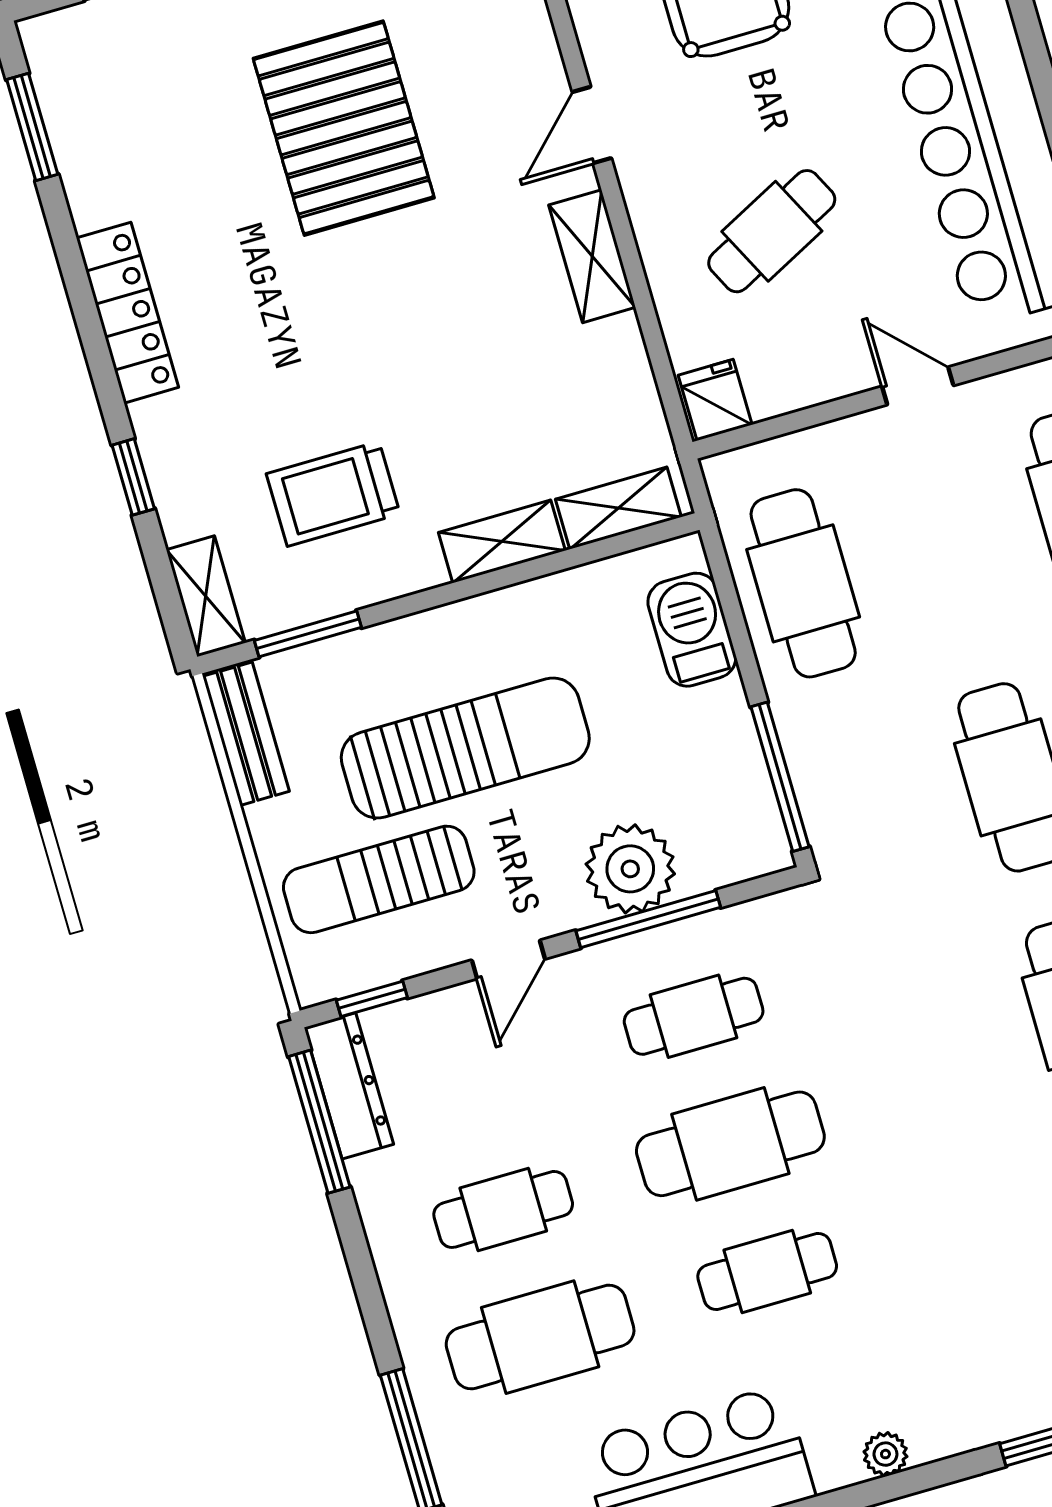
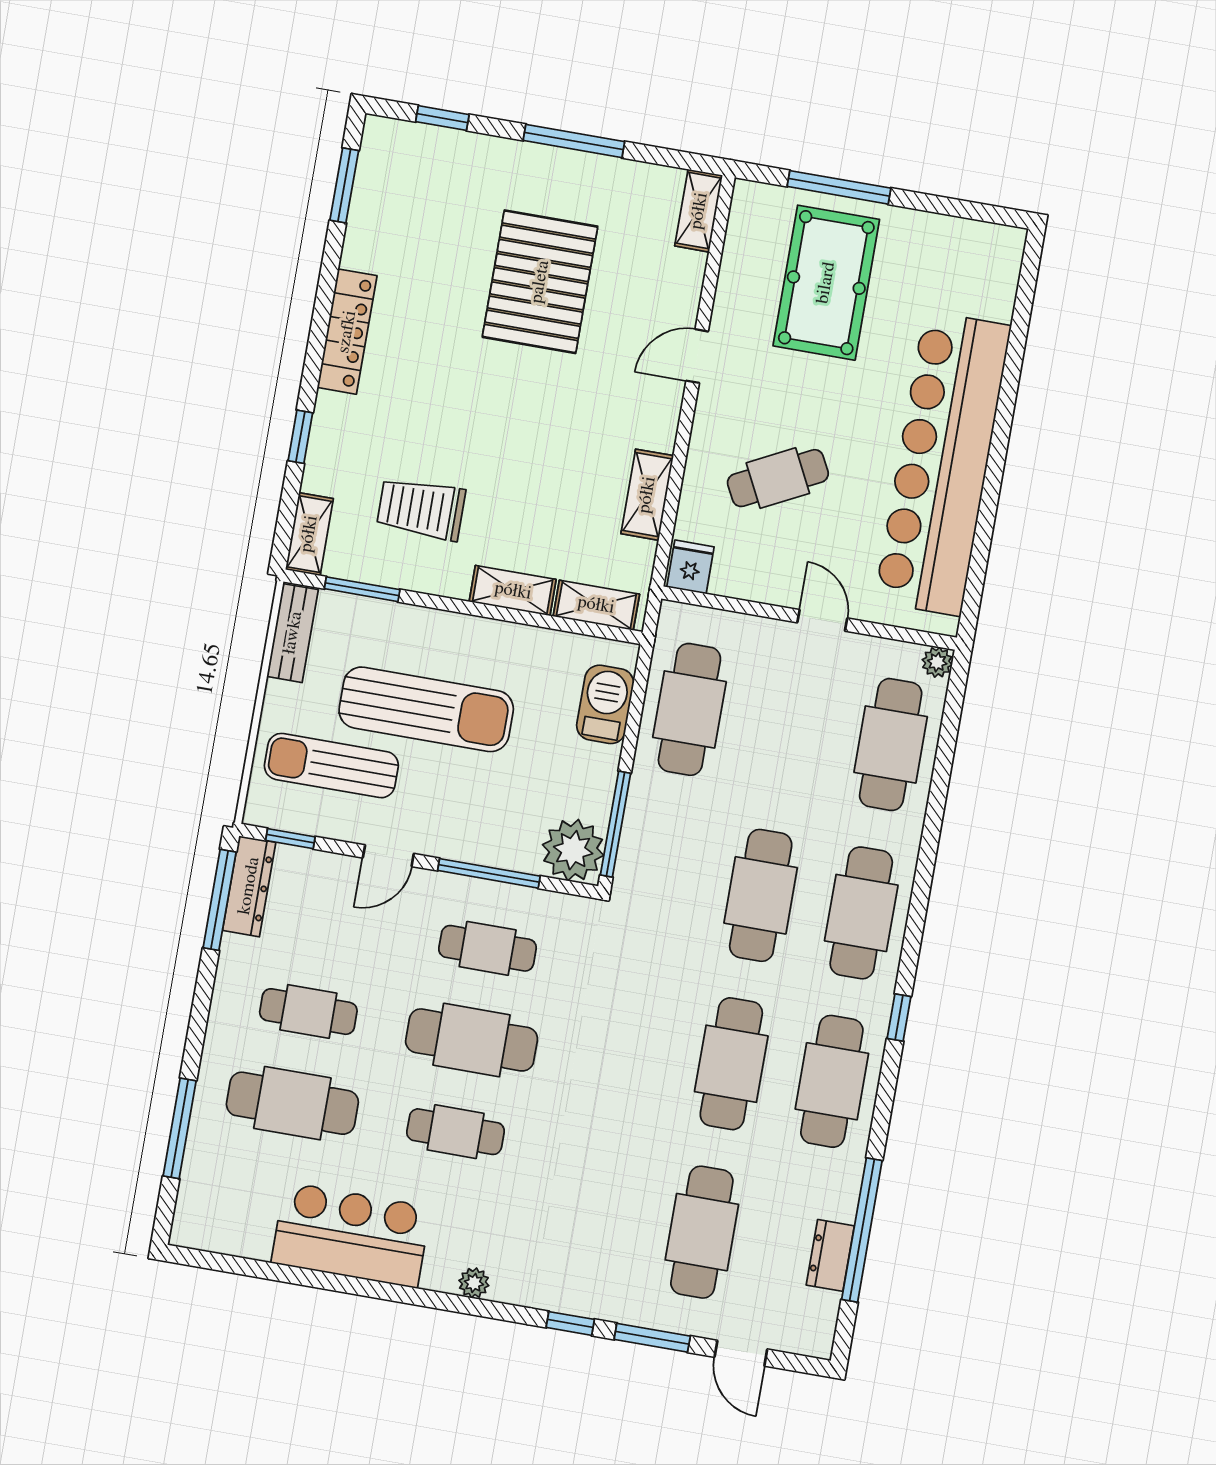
shelving: (592, 256) -> (647, 495), moved
plant: (630, 869) -> (573, 850), moved

